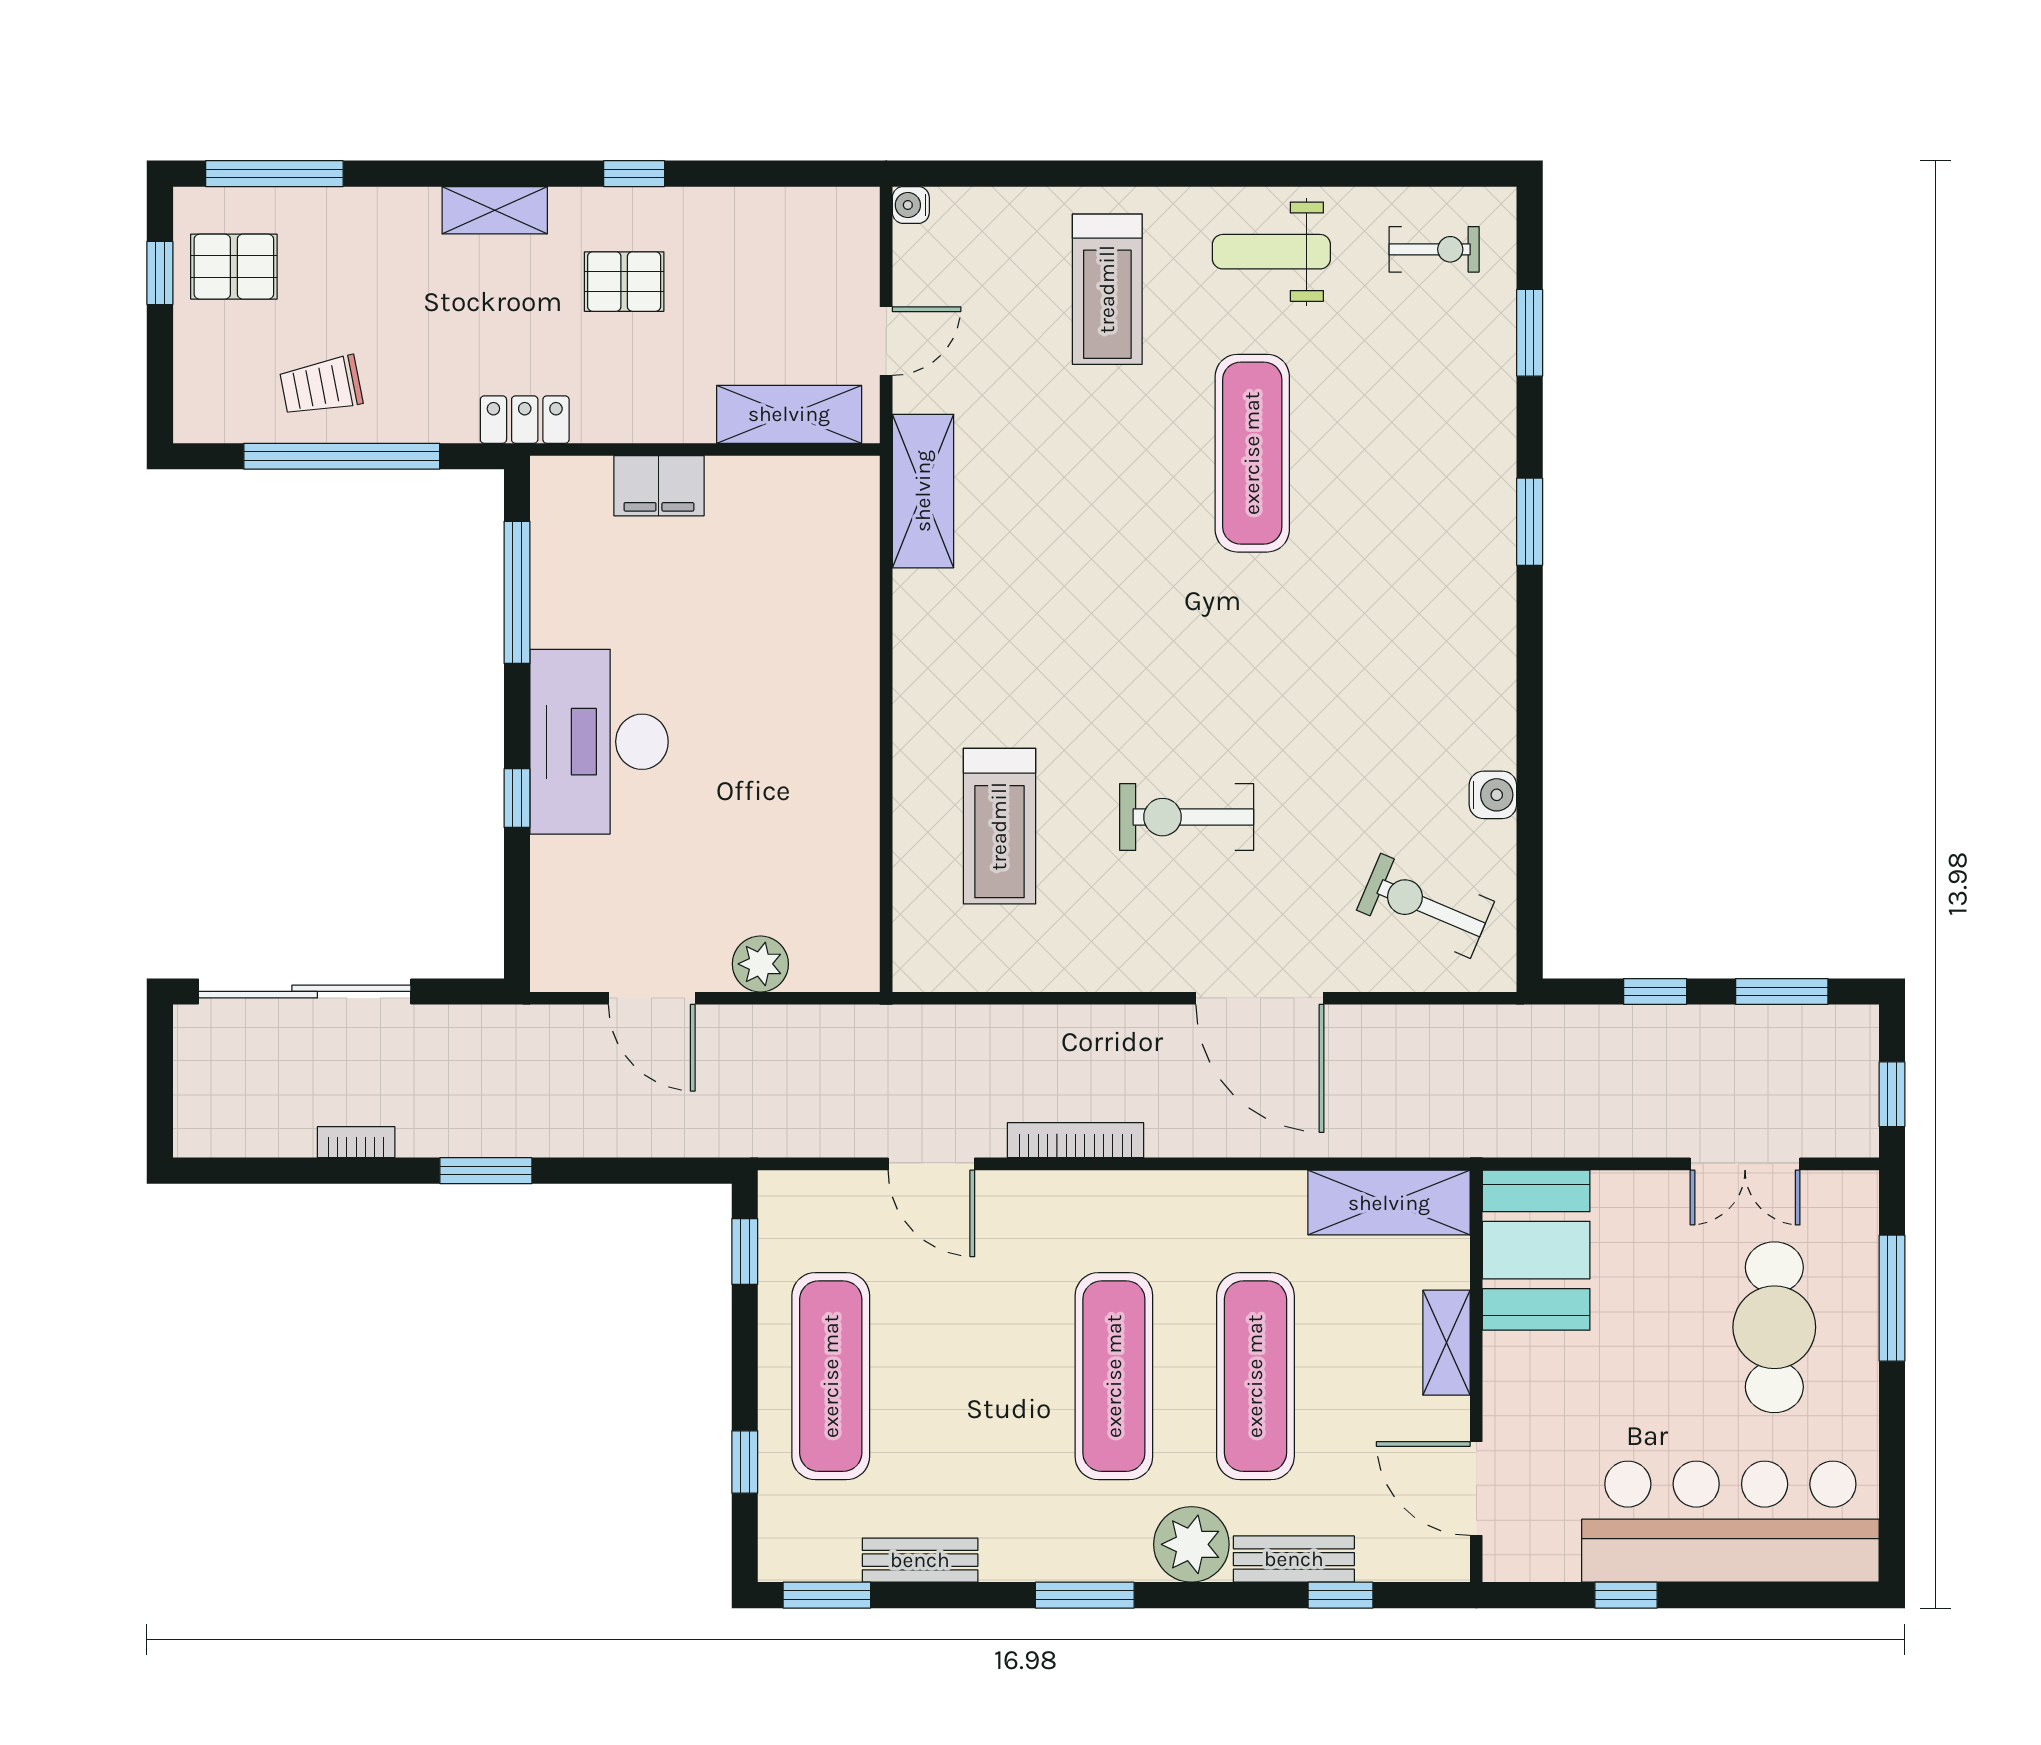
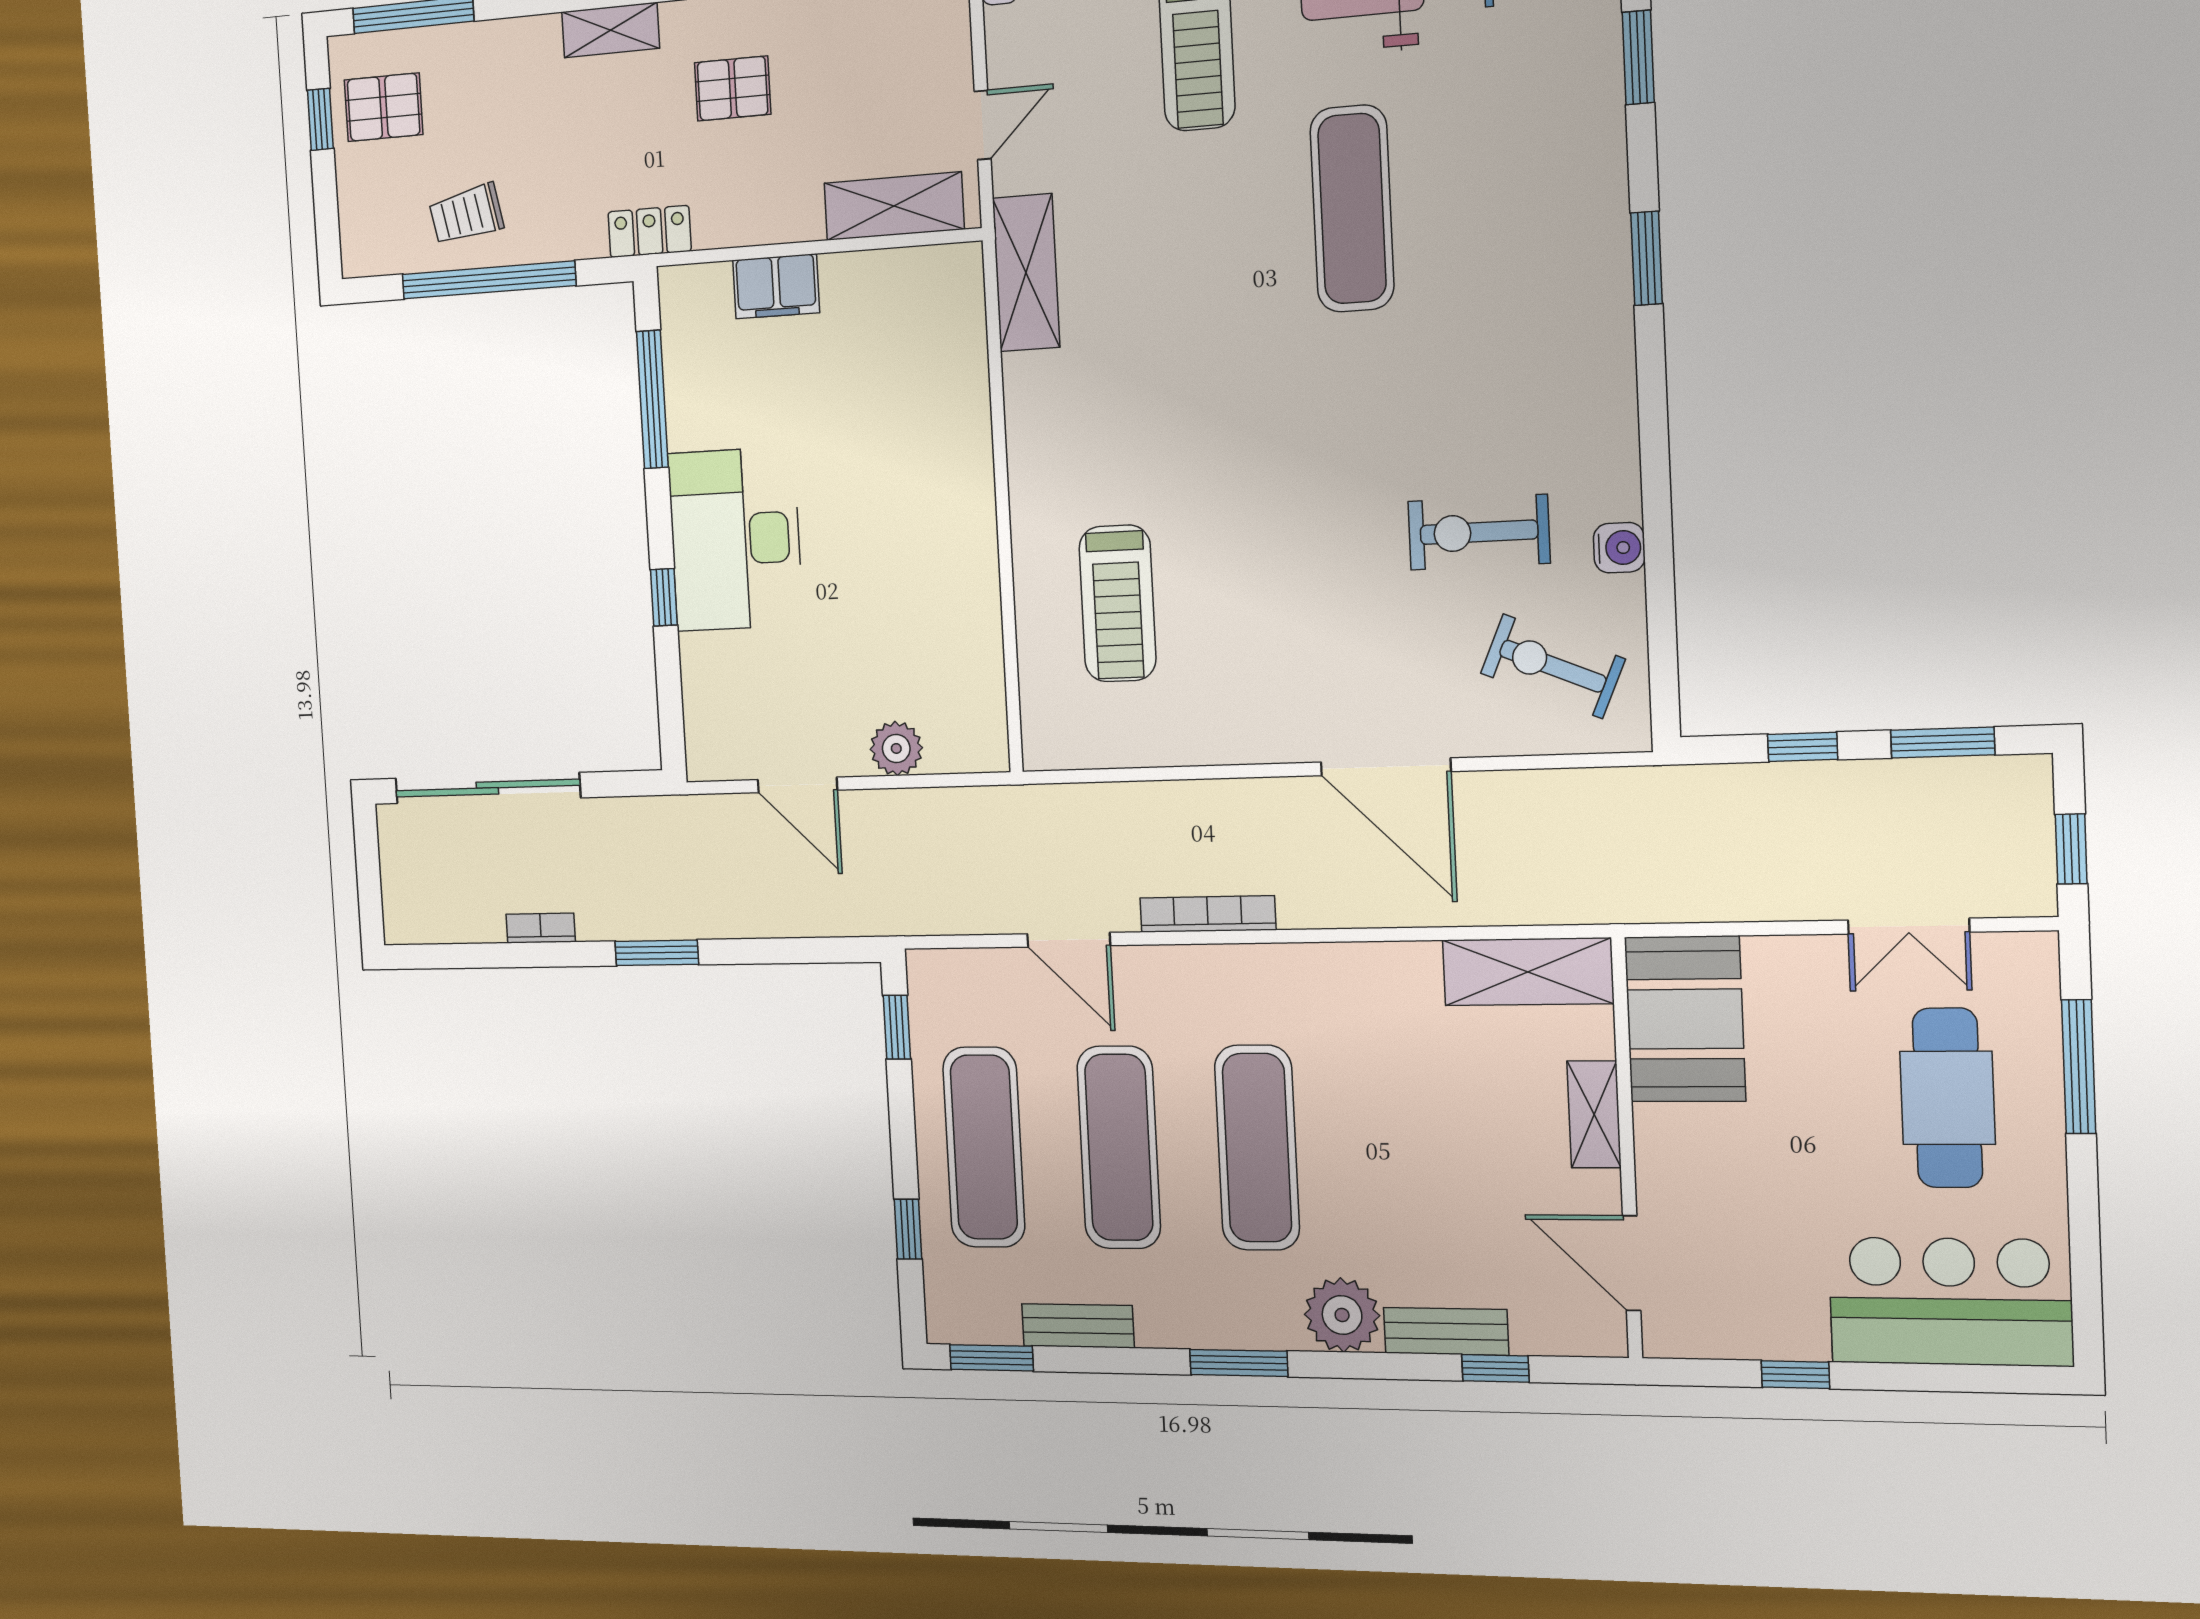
exercise bike: (1187, 817) -> (1479, 532), moved
exercise mat: (1255, 1376) -> (1119, 1147), moved
bar counter: (1730, 1522) -> (1950, 1301), width x0.73

